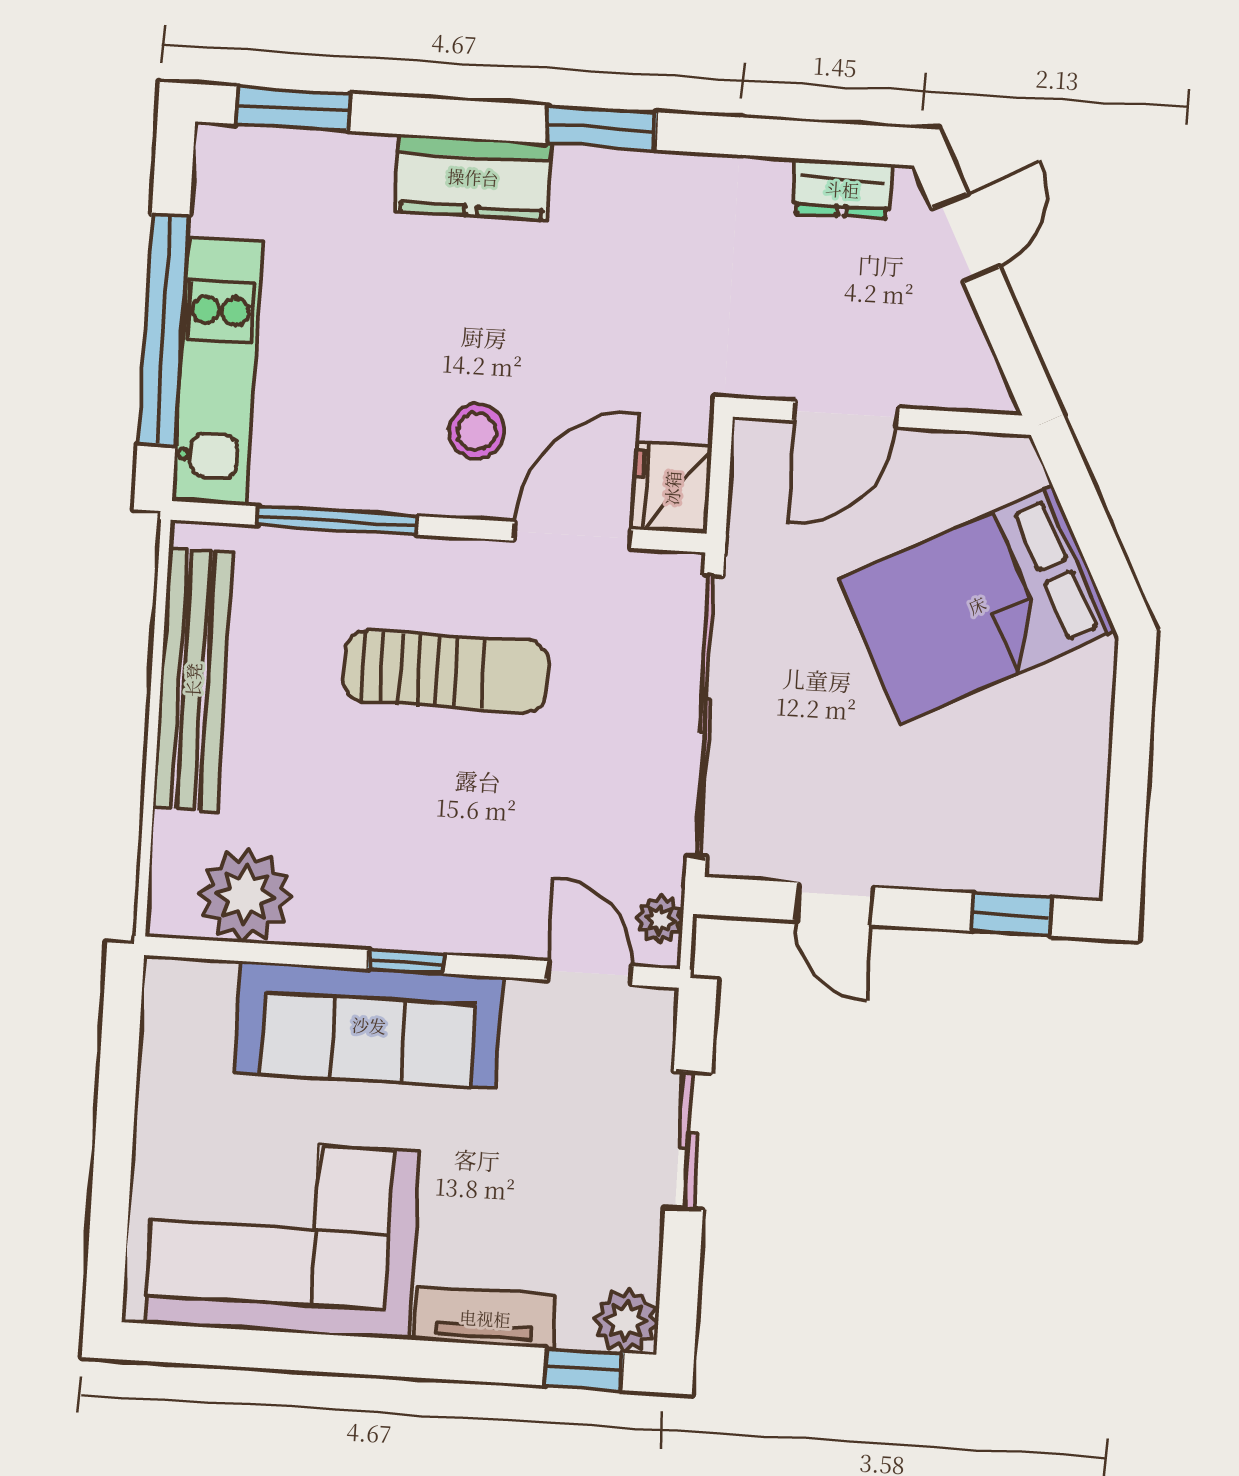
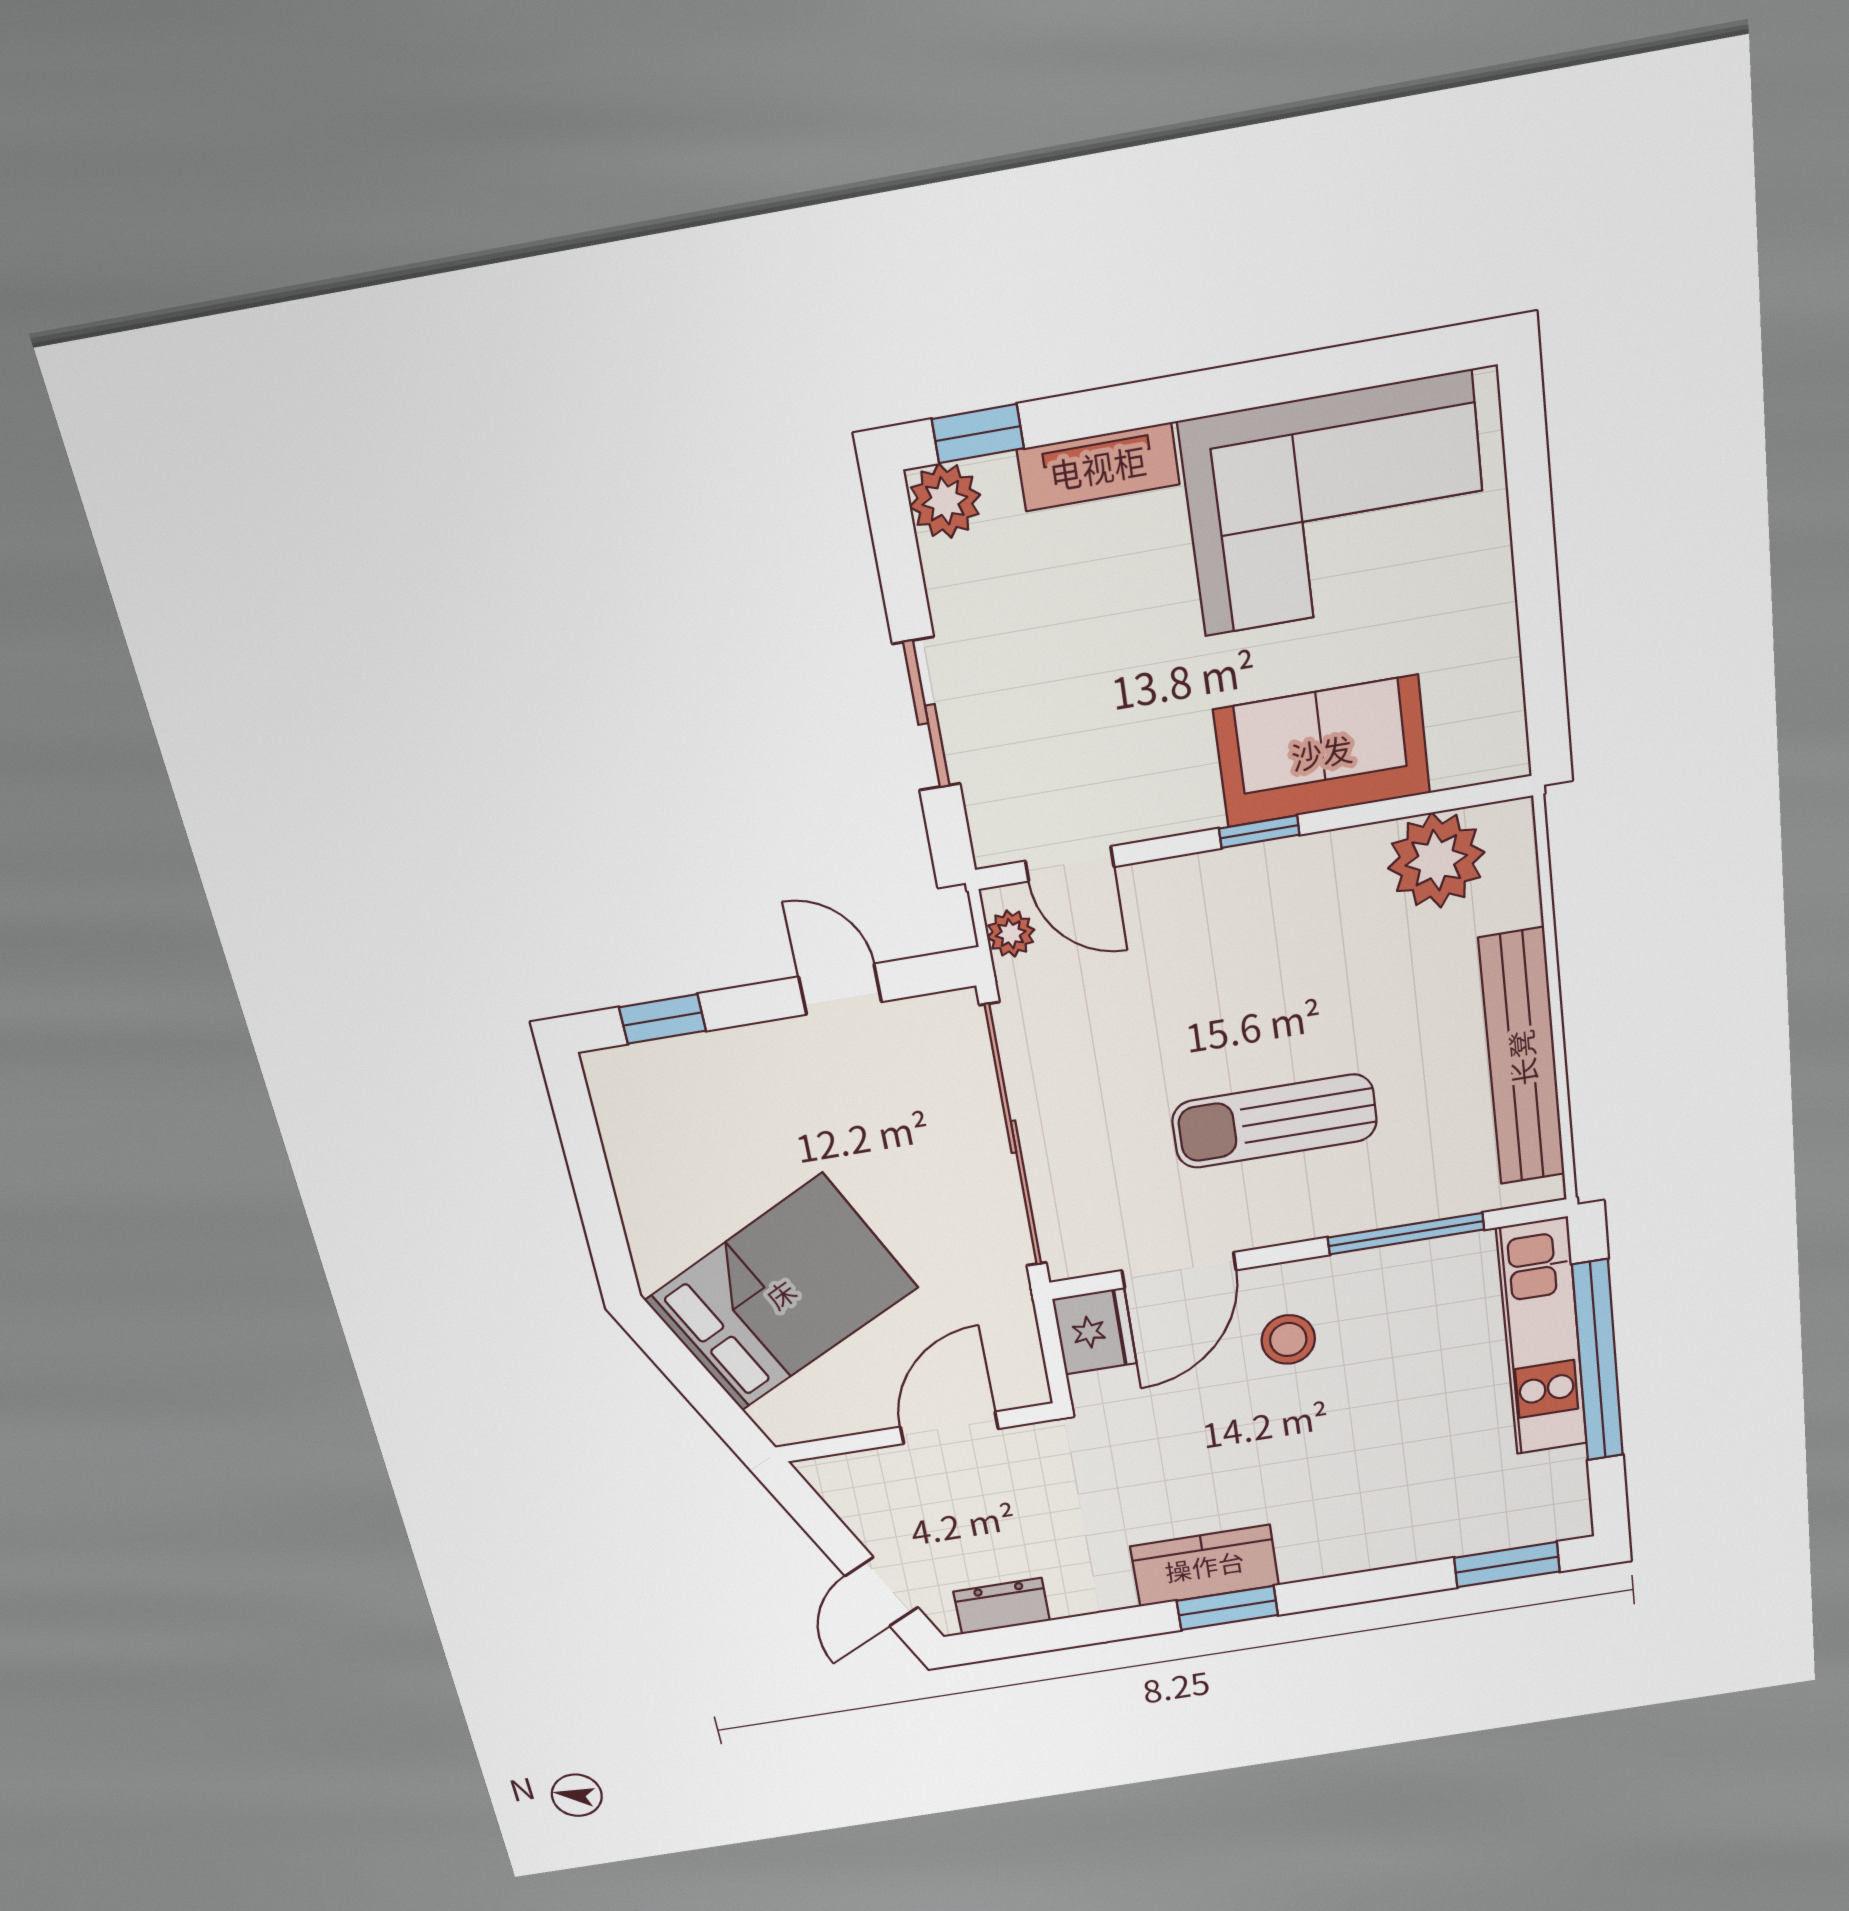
kitchen counter: (473, 177) -> (1205, 1566), moved
sofa: (369, 1025) -> (1322, 752), width x0.73

